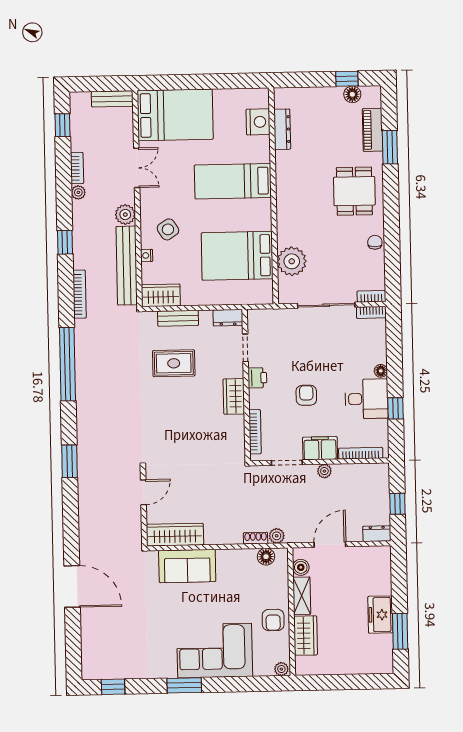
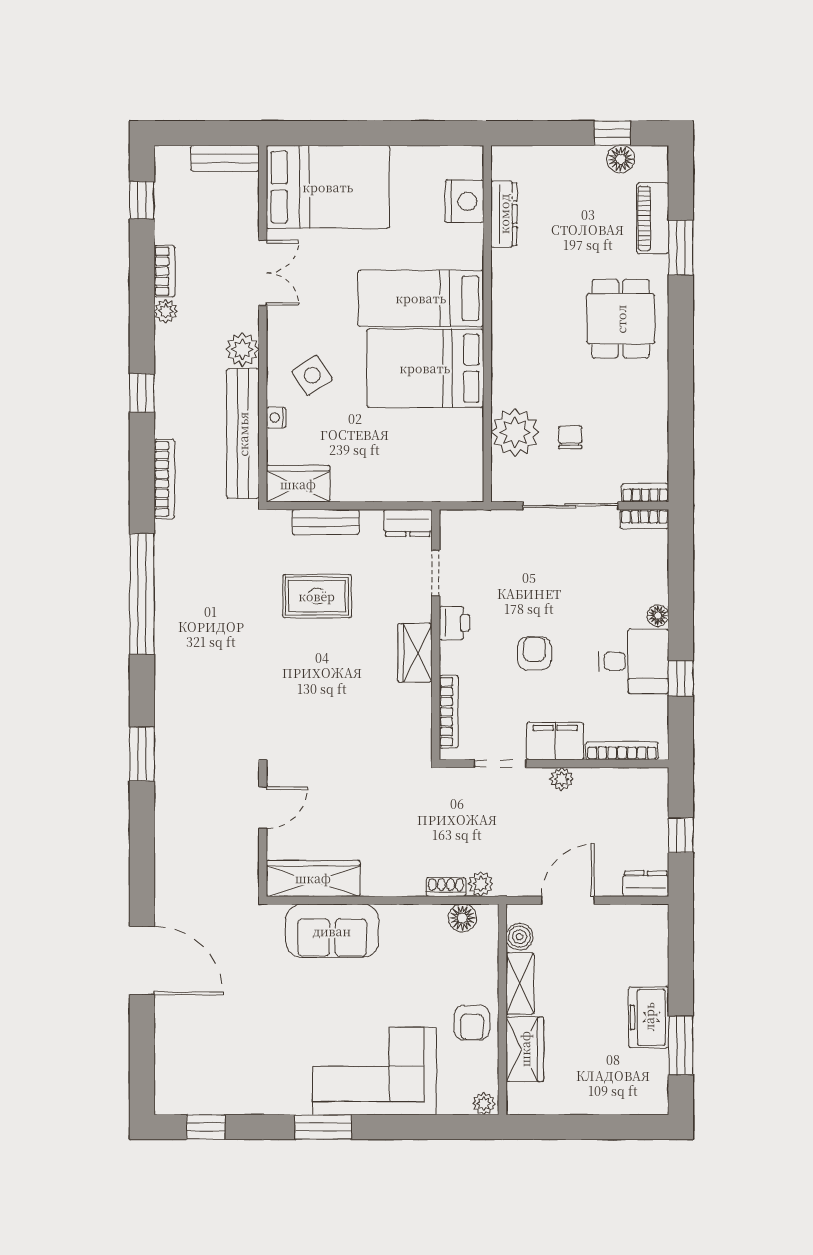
chair: (375, 242) -> (570, 437), moved
bed: (237, 256) -> (425, 368), moved

